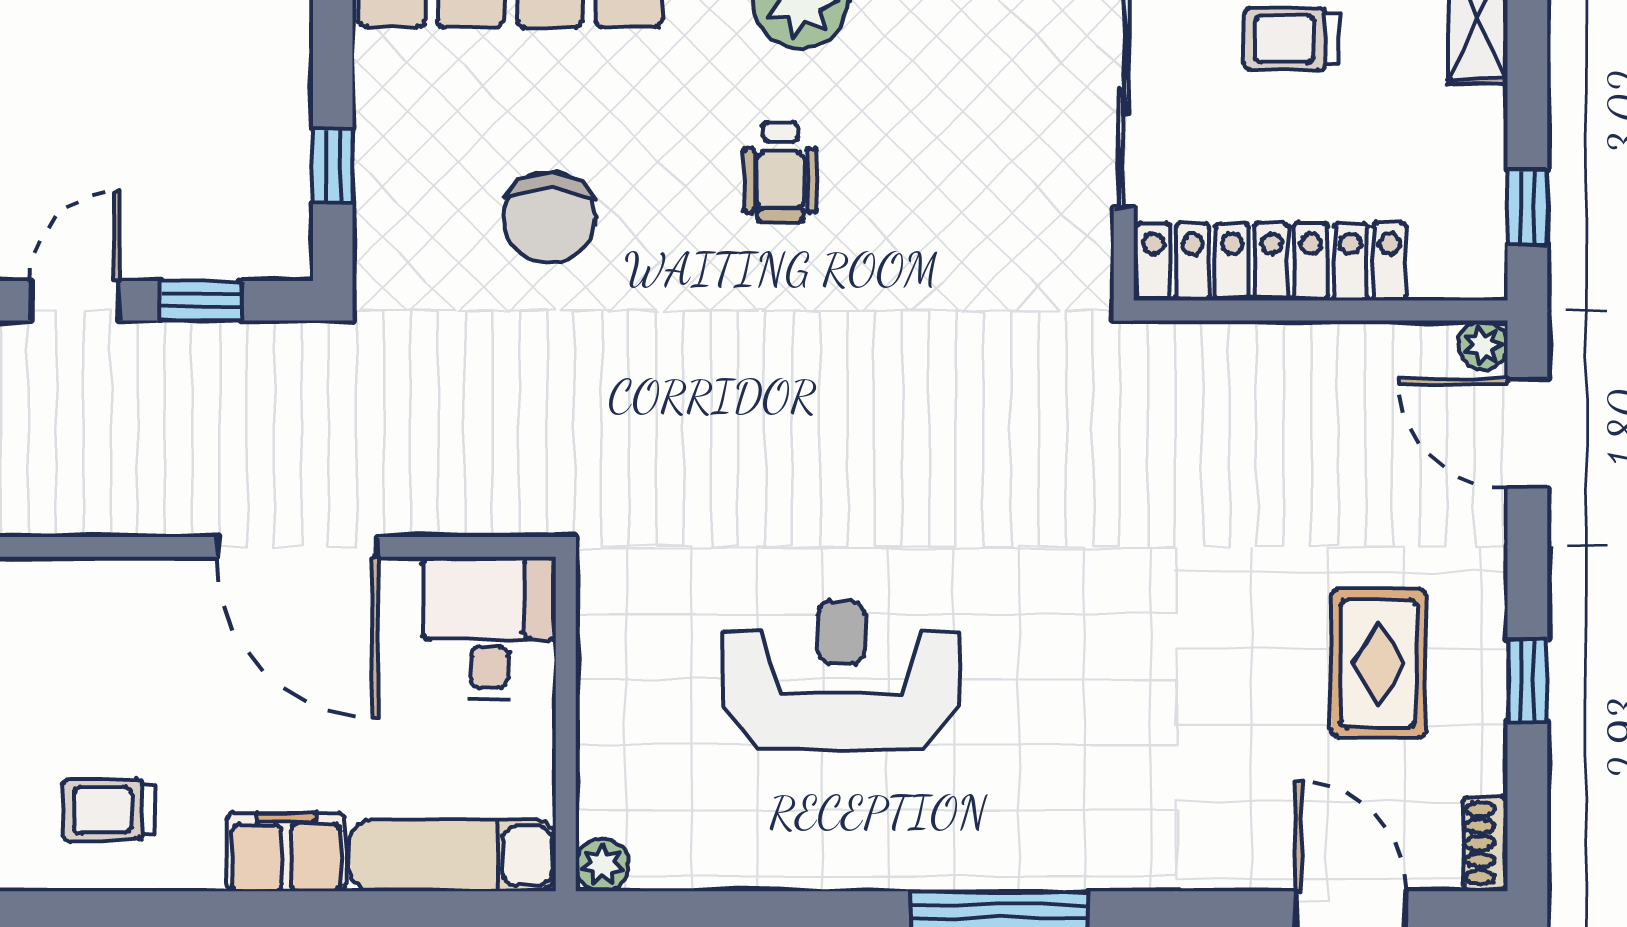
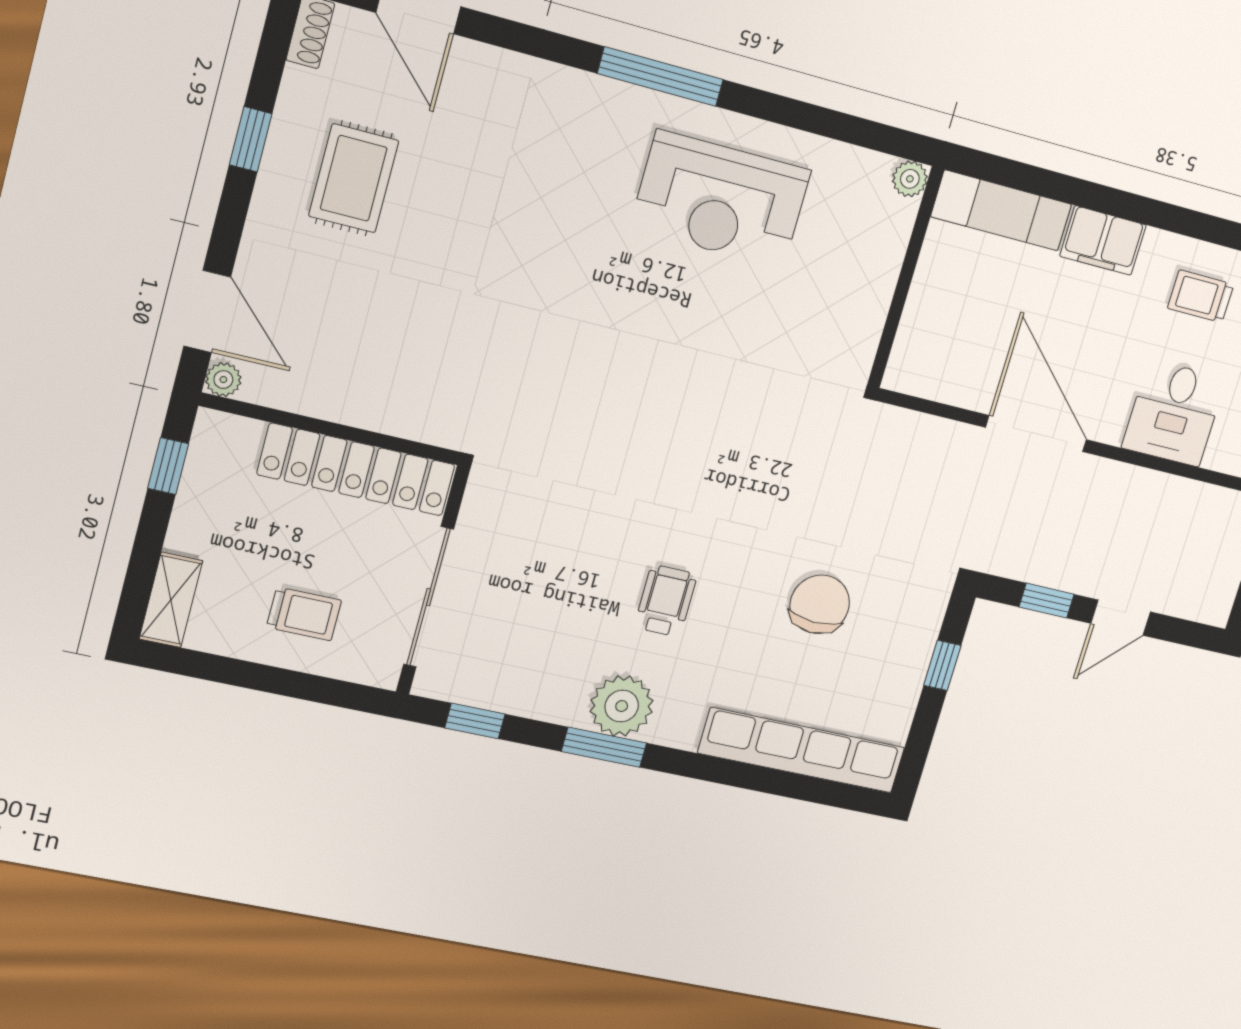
desk: (489, 628) -> (1174, 413), moved
reception desk: (841, 675) -> (721, 199), moved
trolley: (109, 810) -> (1201, 296), turned 180

